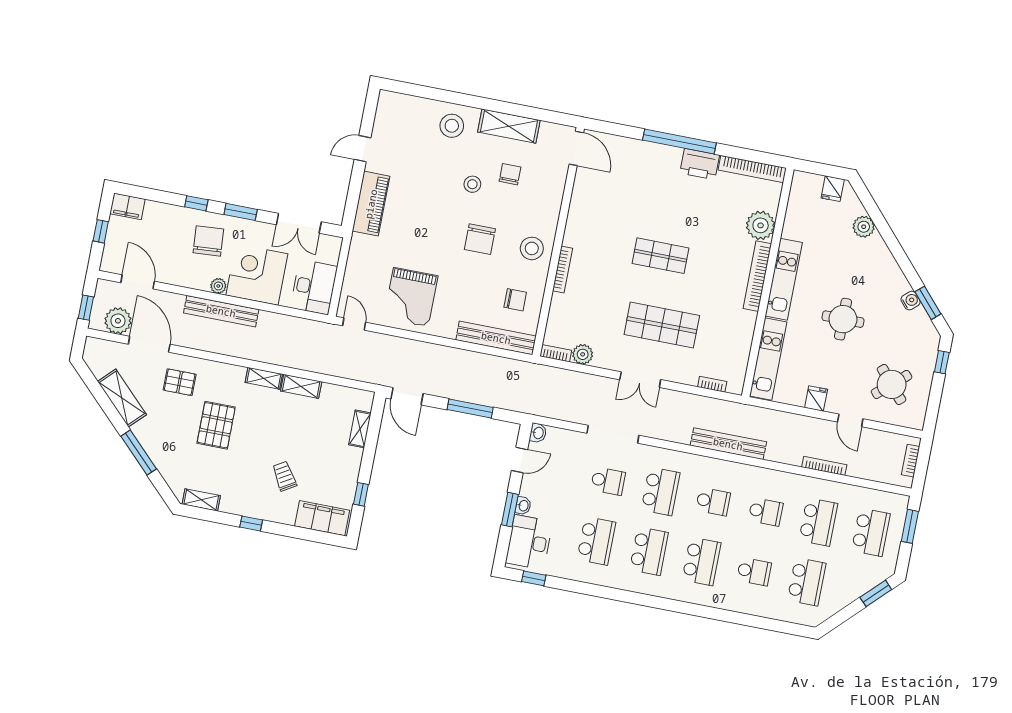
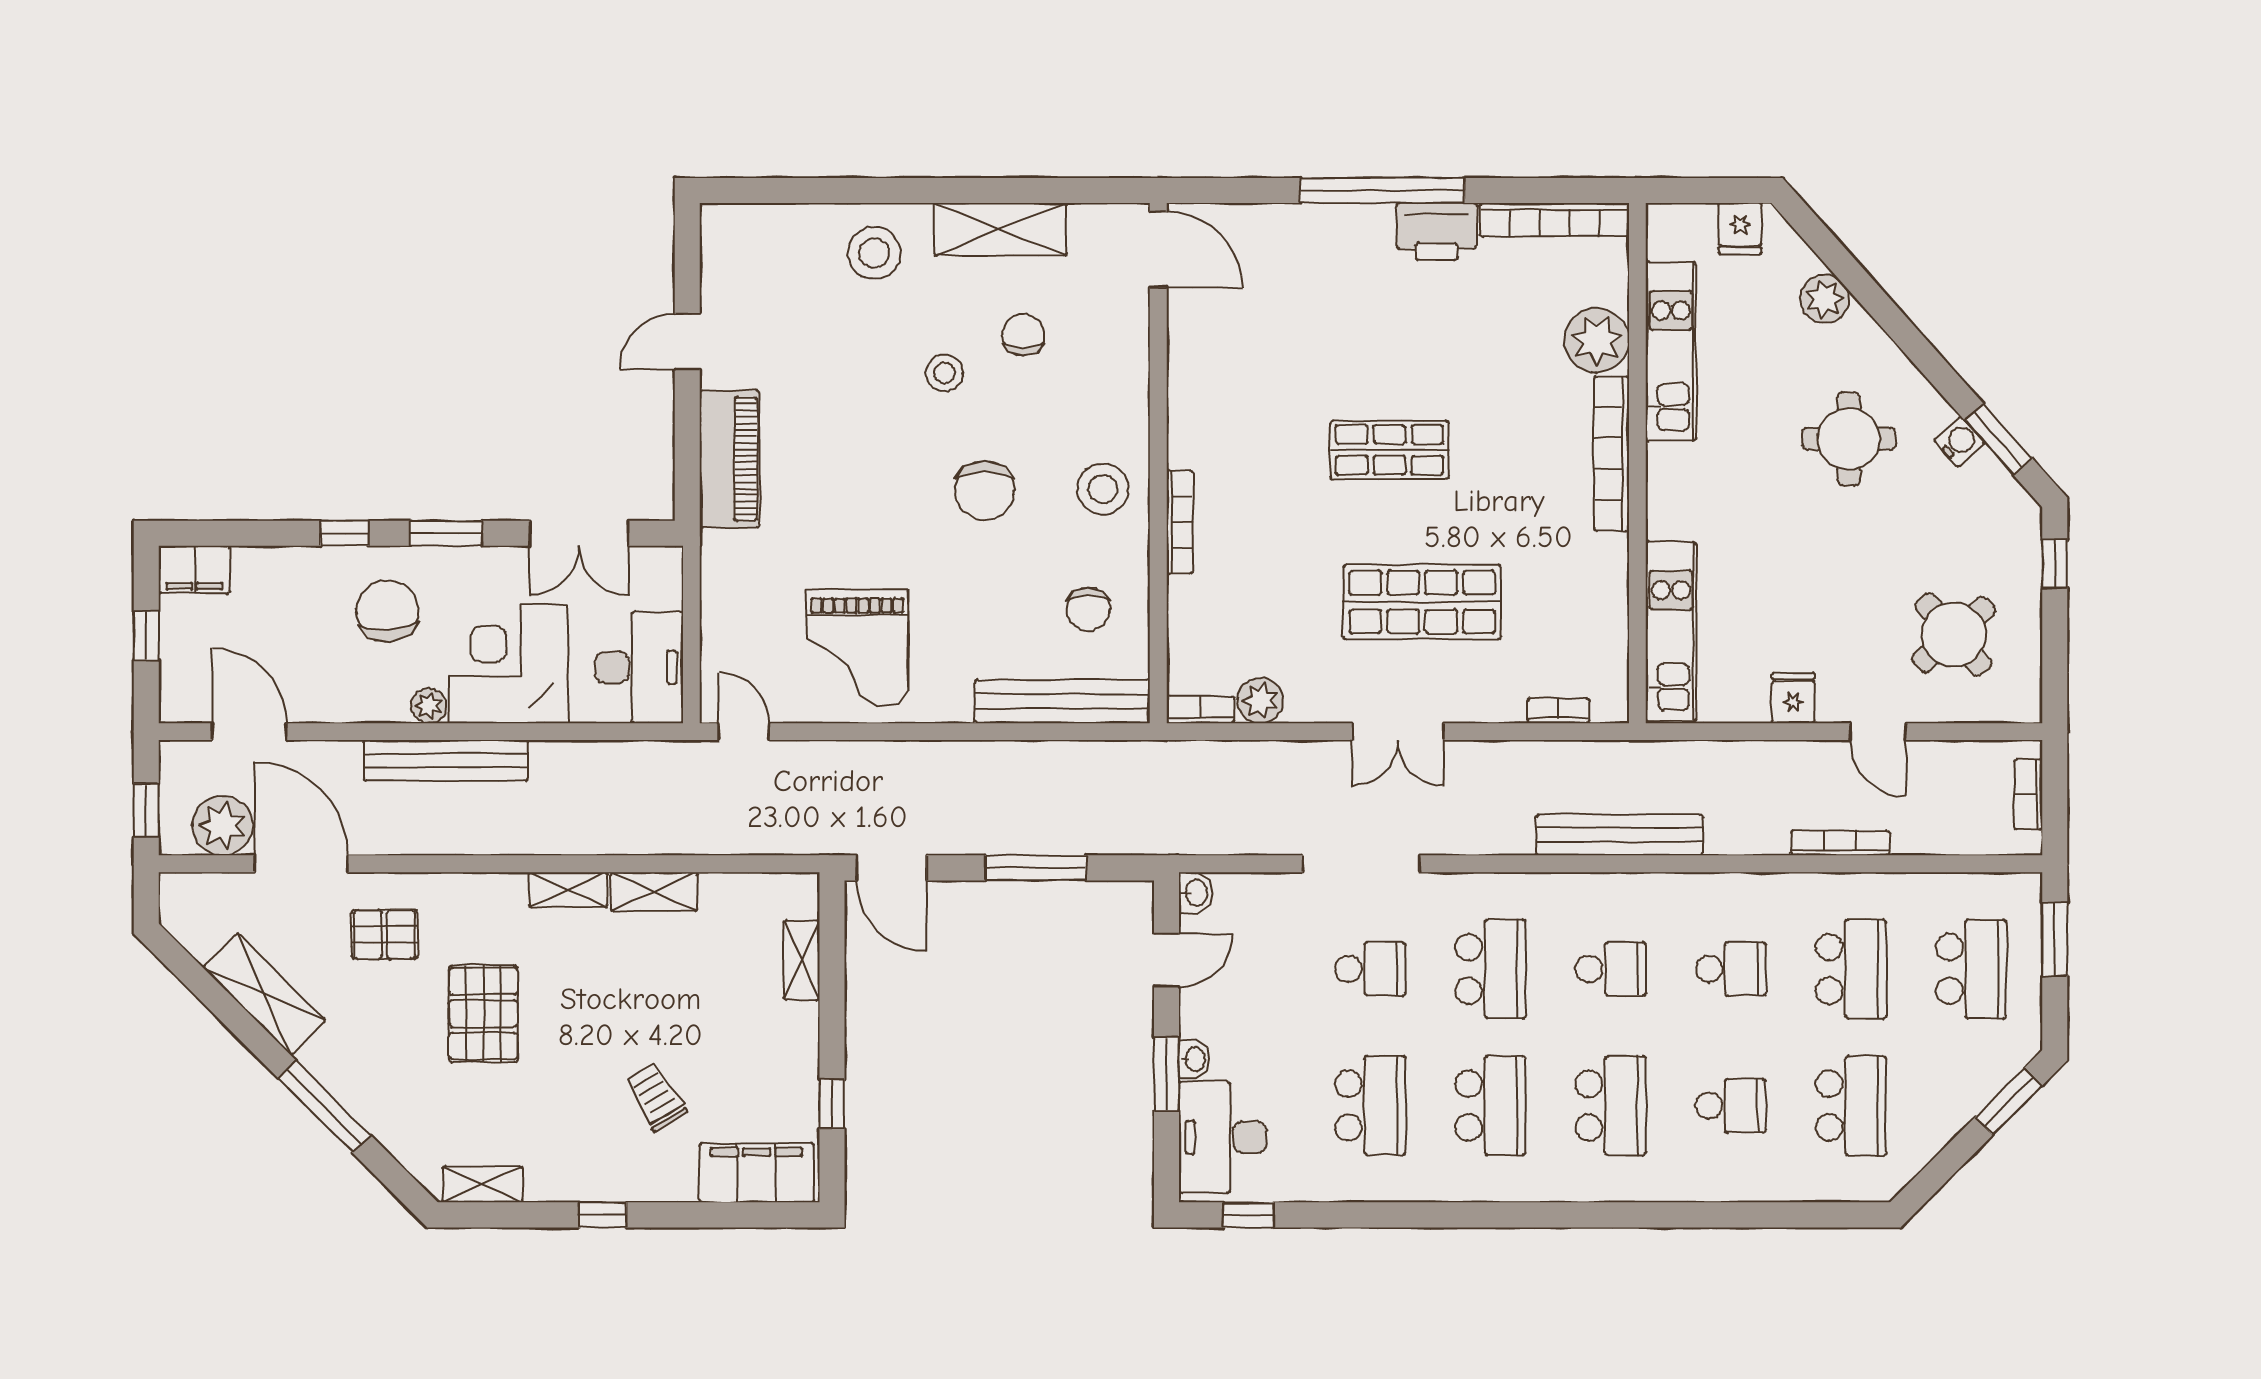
kitchen unit: (784, 279) -> (1671, 352), moved
chair: (515, 300) -> (1088, 609), turned 90
round table: (843, 319) -> (1849, 439), moved

